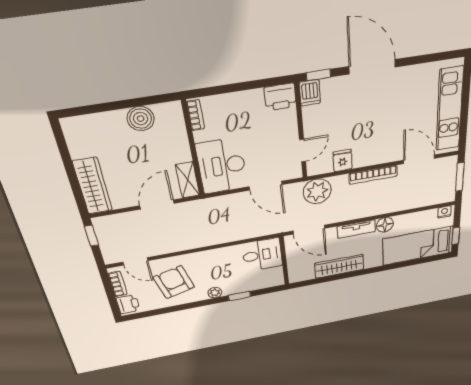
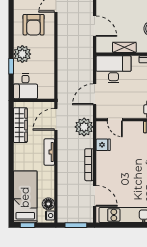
door: (419, 159) -> (95, 196), hinge flipped
shelving: (188, 180) -> (124, 47), moved
floor lamp: (385, 225) -> (48, 204), moved
desk: (262, 255) -> (25, 86), moved
wardrobe: (339, 266) -> (20, 125), moved
armchair: (174, 282) -> (34, 25), turned 105
plant: (215, 293) -> (22, 54), width x1.88, depth x1.88

